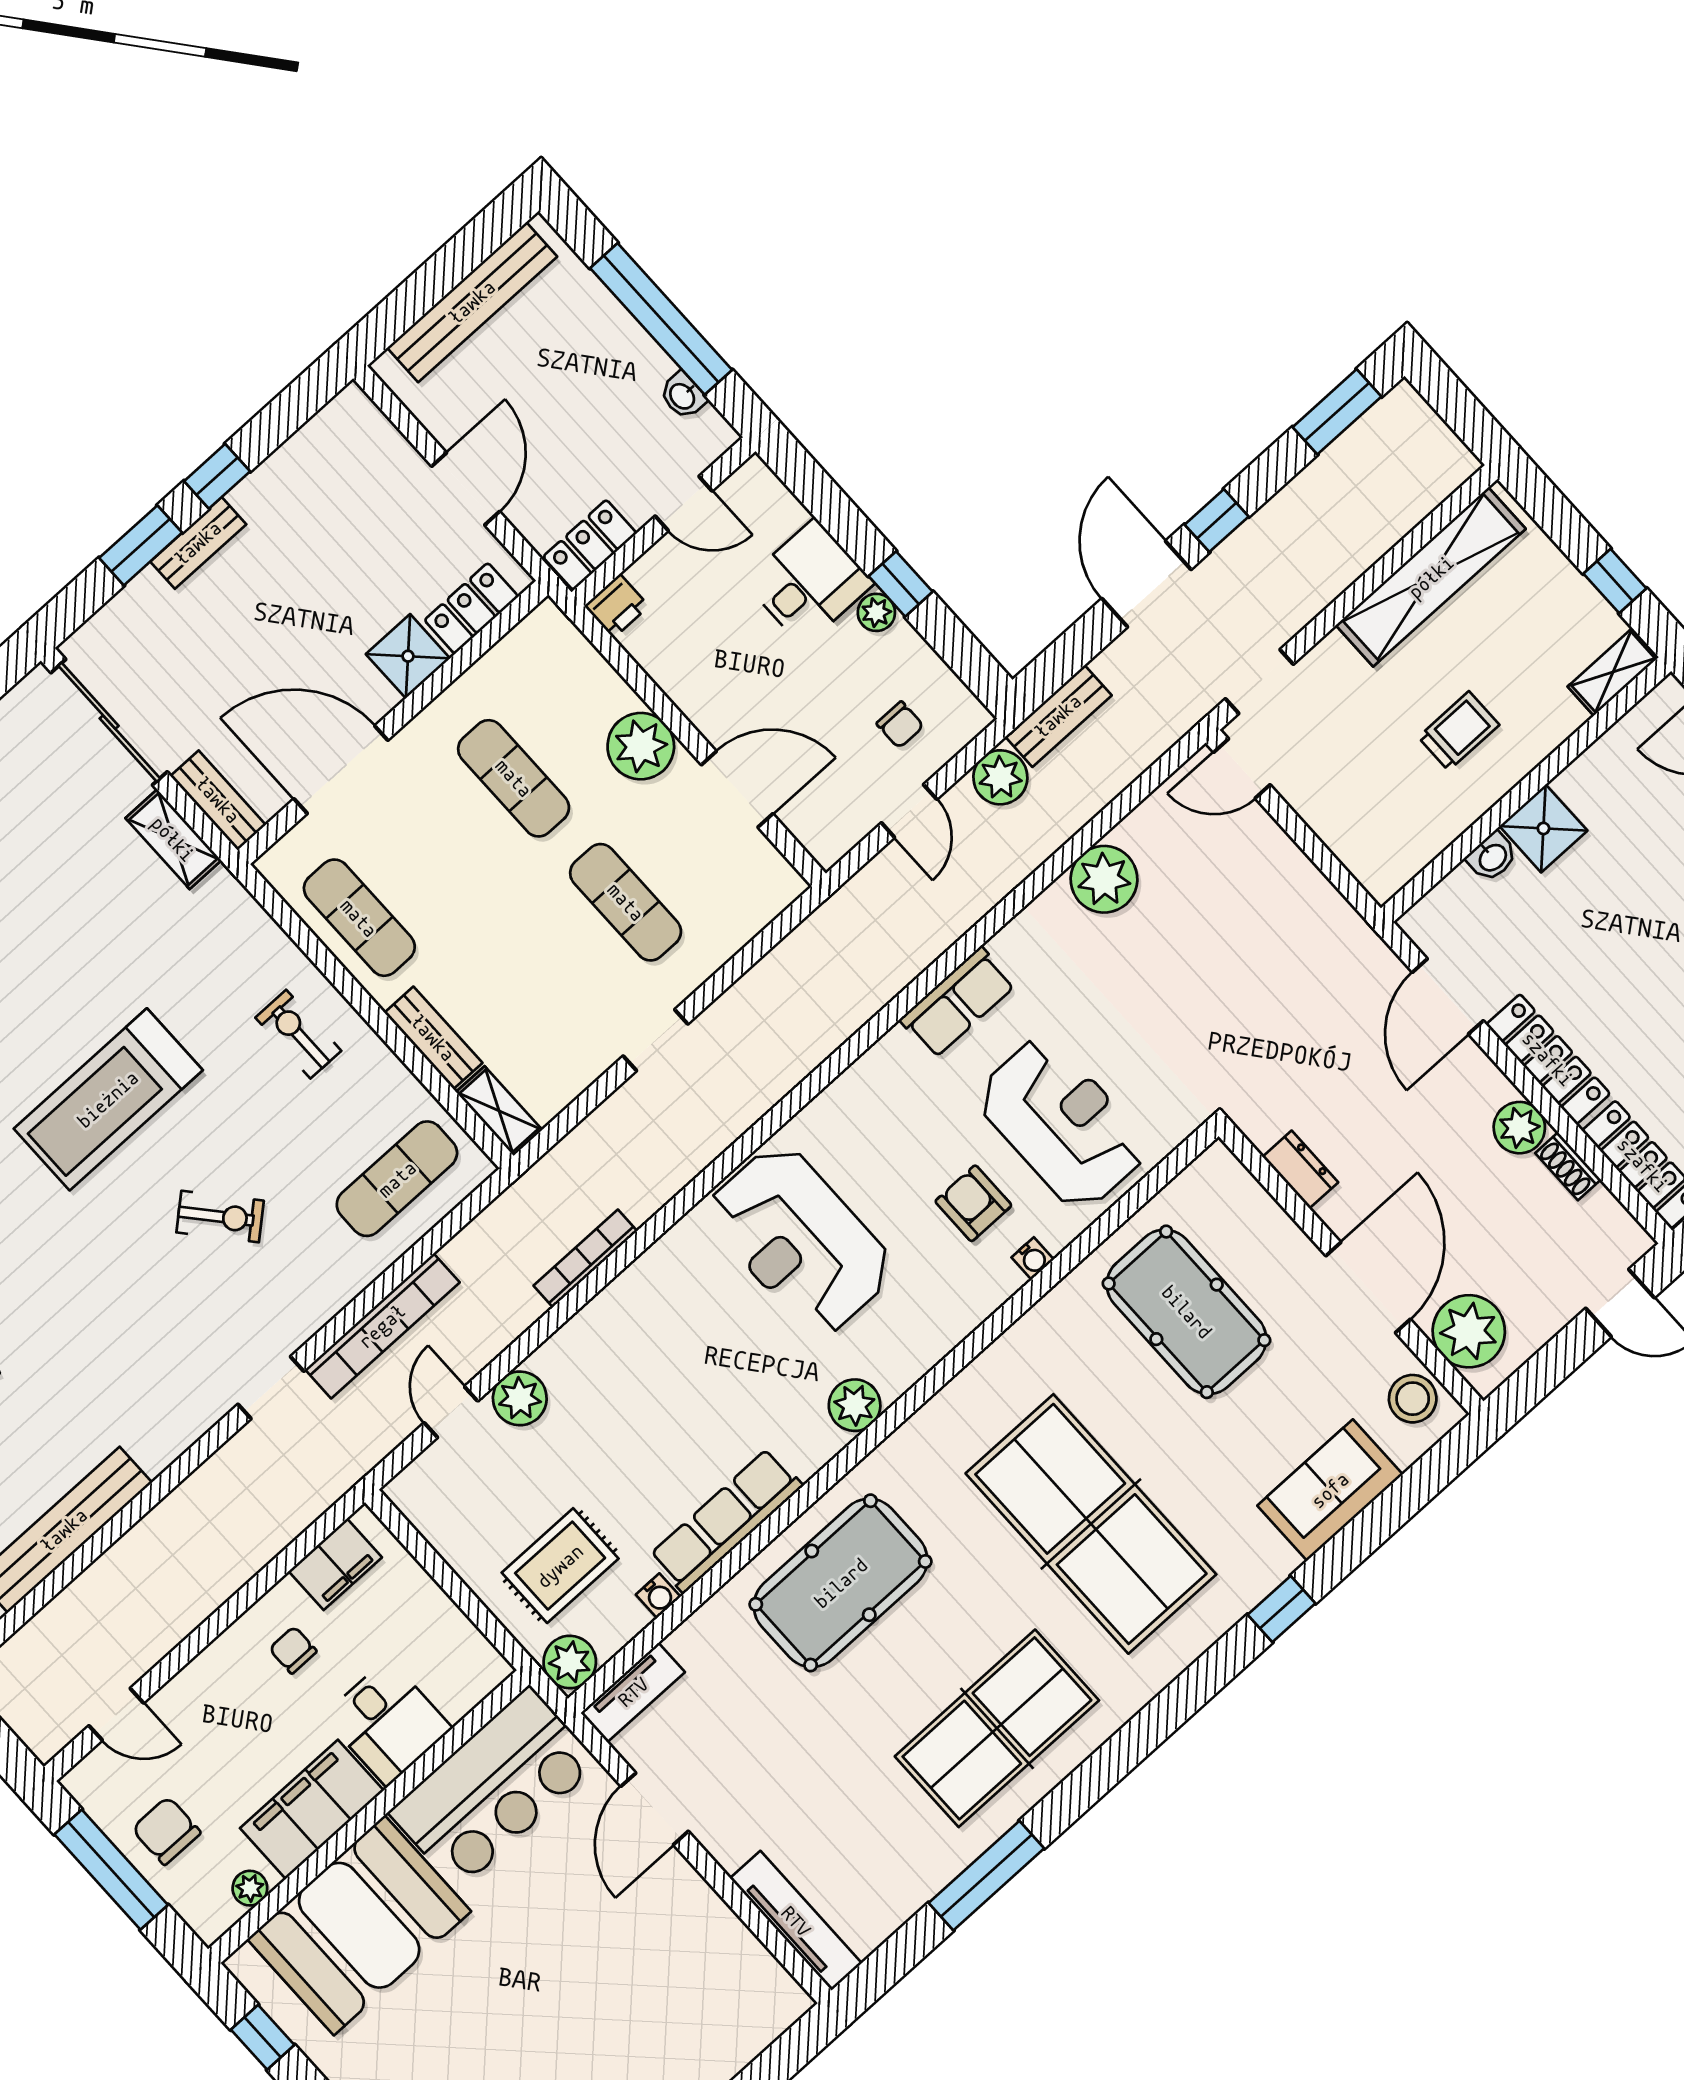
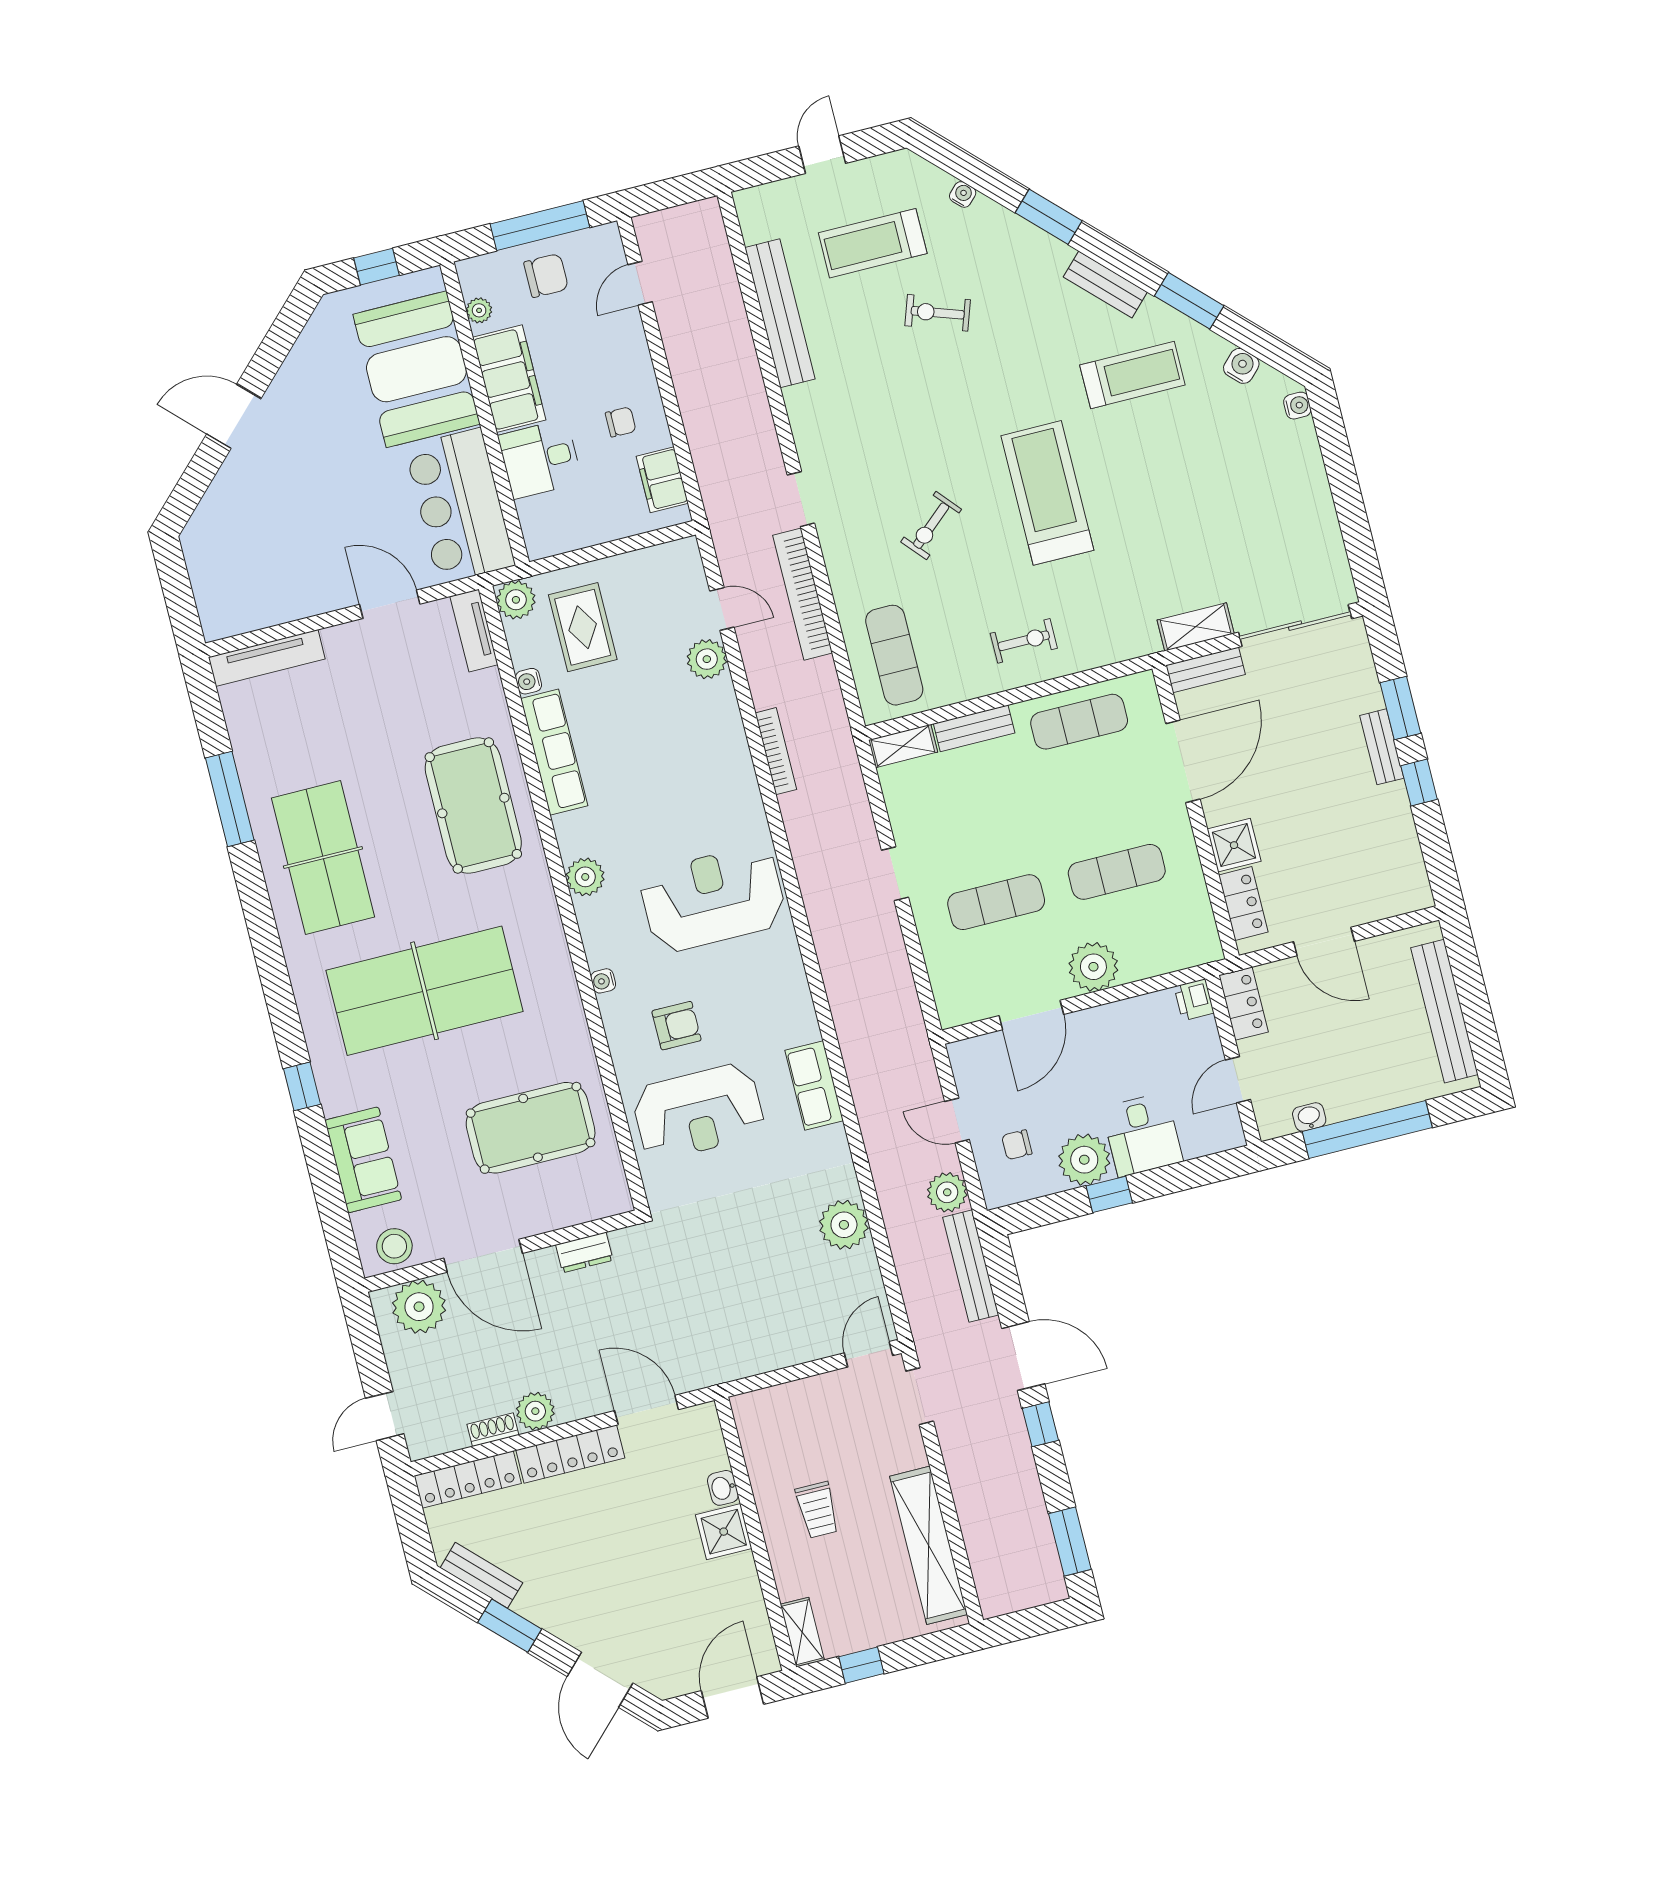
plant: (876, 612) -> (1084, 1160), width x1.87, depth x1.87
bench: (1058, 716) -> (971, 1266), width x1.36
water cooler: (1033, 1258) -> (603, 981), moved

